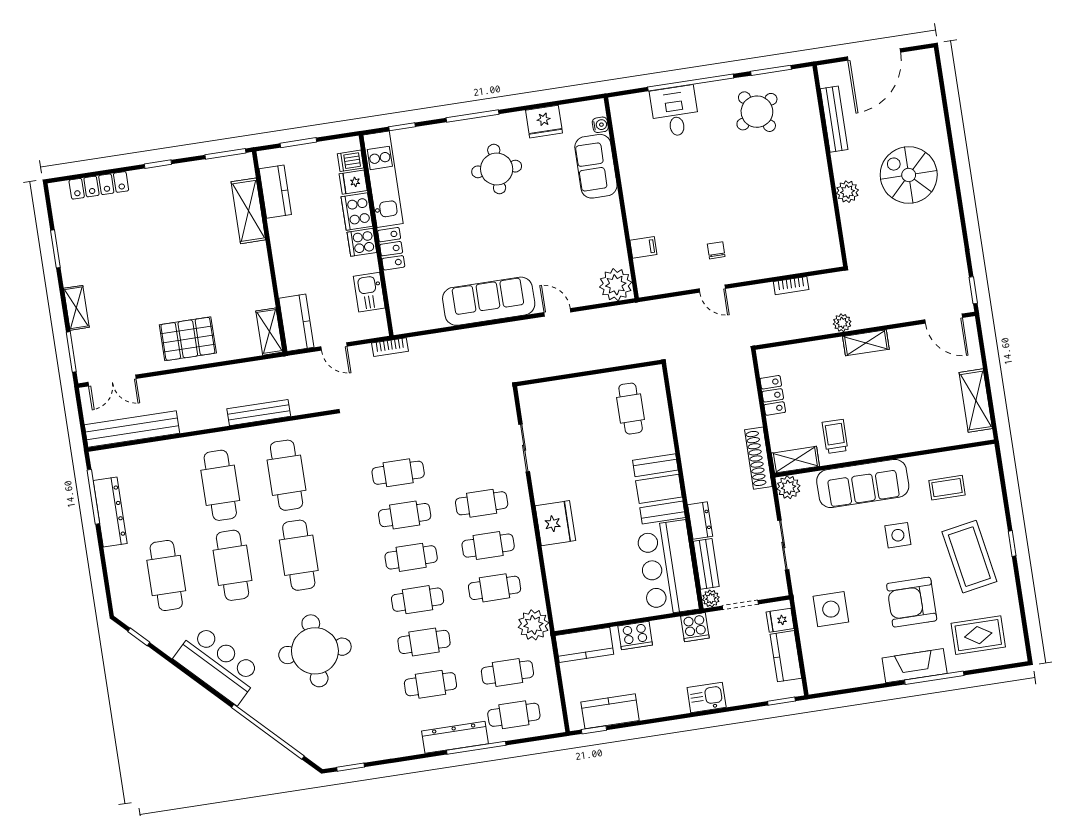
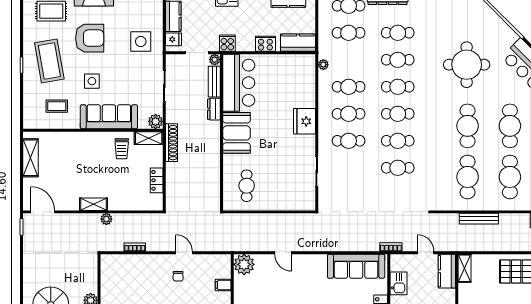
sofa: (489, 301) -> (356, 266), moved
plant: (533, 625) -> (323, 65), width x0.53, depth x0.53

